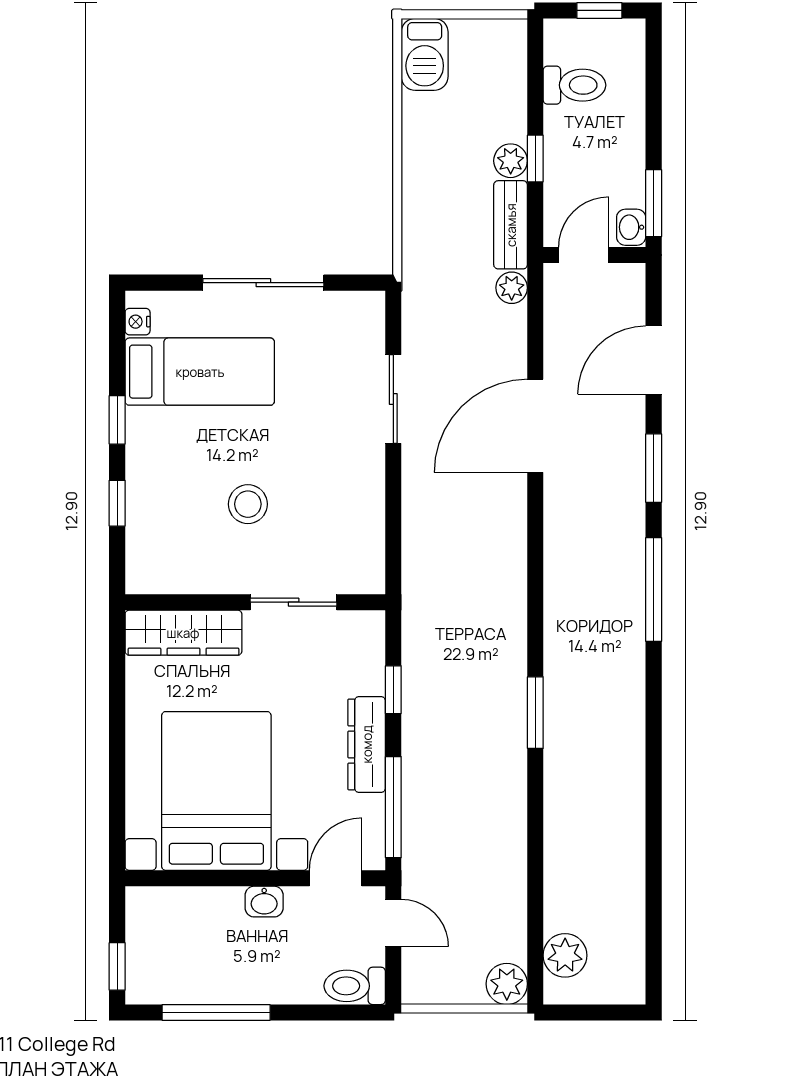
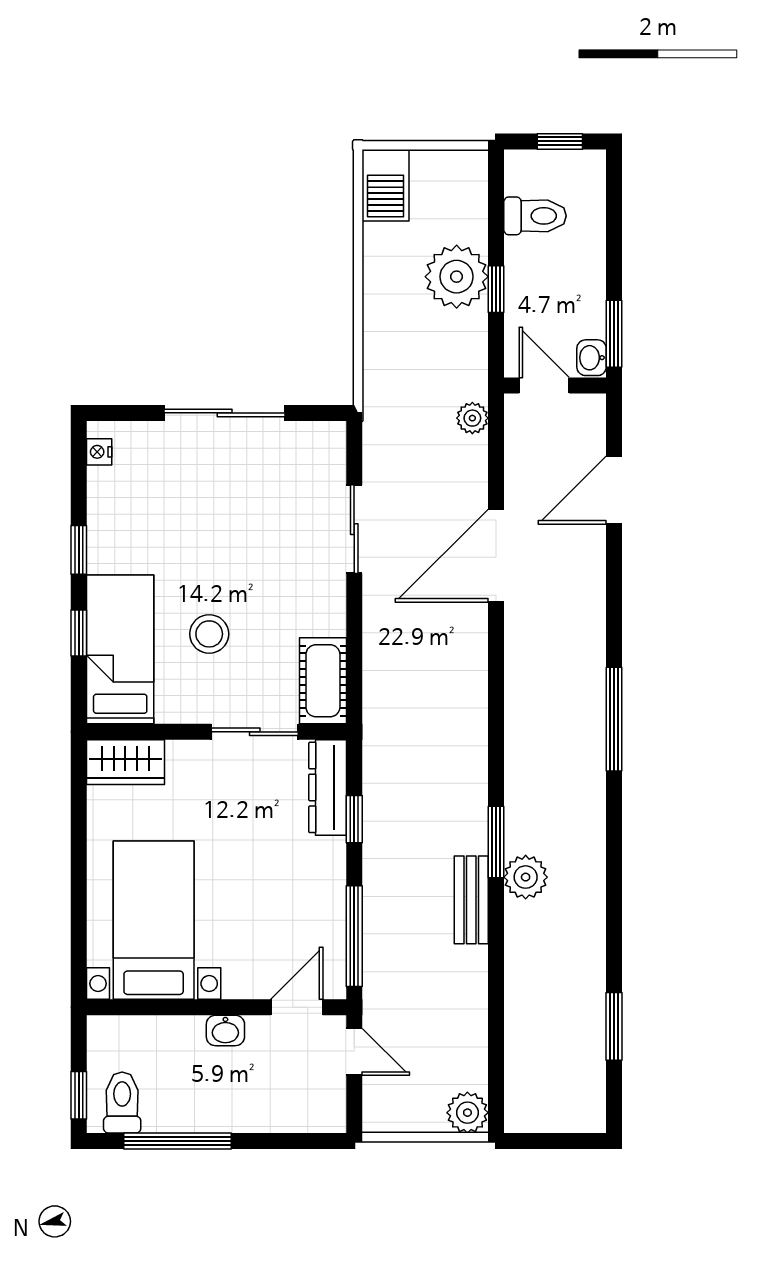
plant: (511, 161) -> (457, 277), width x1.88, depth x1.88
bench: (511, 225) -> (471, 900), moved
door: (584, 255) -> (544, 385), hinge flipped
bed: (200, 372) -> (120, 649), moved, turned -90
window: (654, 468) -> (614, 1026), moved
cot: (362, 551) -> (323, 681), added
wardrobe: (183, 633) -> (125, 762), width x0.67
dresser: (367, 744) -> (328, 787), moved
bed with nightstands: (216, 791) -> (154, 920), width x0.73
plant: (565, 955) -> (526, 877), moved
toilet: (355, 986) -> (122, 1103), moved, turned 90

